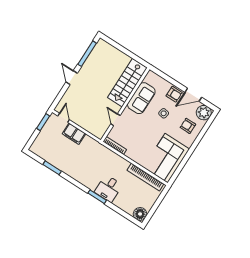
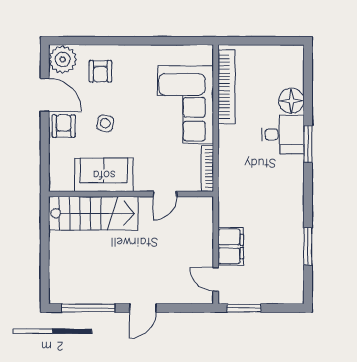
door: (64, 118) -> (216, 279), hinge flipped
corner sofa: (166, 158) -> (186, 105), moved, turned 90
floor lamp: (140, 214) -> (291, 101), moved

